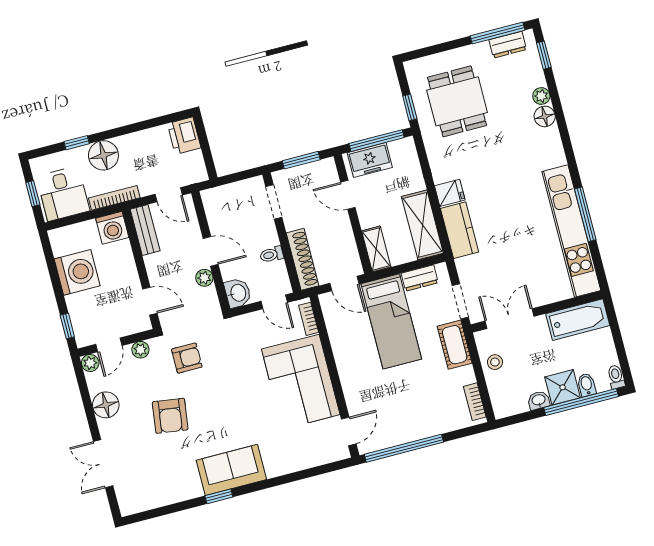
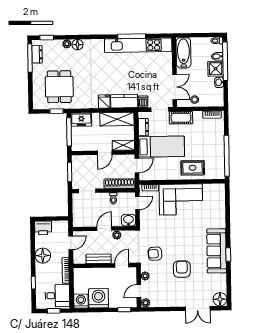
dining table: (457, 101) -> (59, 87), turned 90
floor lamp: (103, 155) -> (43, 256), moved
freezer: (370, 160) -> (81, 120), moved, turned 90
door: (348, 195) -> (105, 153), moved
washing machine: (112, 228) -> (81, 301), moved, turned -90
bench: (145, 230) -> (99, 259), moved
dishwasher: (467, 266) -> (143, 102), added
double door: (510, 319) -> (175, 87), swing flipped
door: (109, 345) -> (139, 291), swing flipped
armchair: (187, 358) -> (155, 254), turned -93
rug: (366, 389) -> (193, 168), added
floor lamp: (106, 405) -> (220, 299), moved
armchair: (170, 416) -> (182, 269), turned -98
door: (349, 431) -> (212, 181), removed
sofa: (231, 470) -> (217, 251), width x1.36

